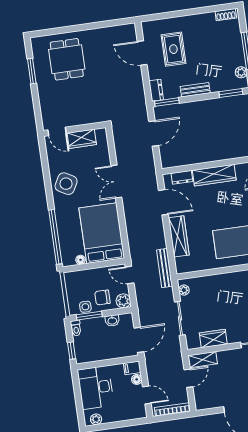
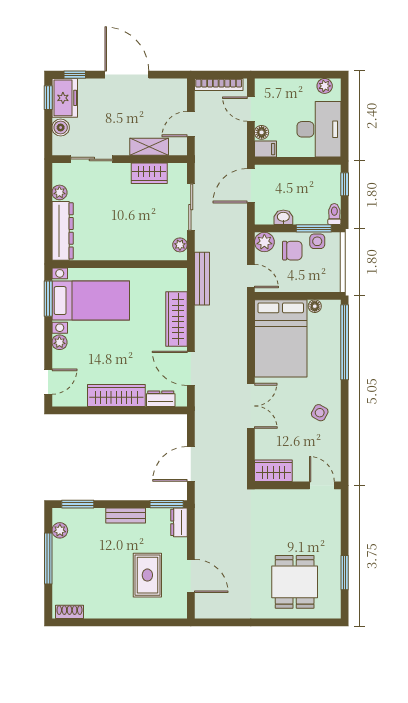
wardrobe: (82, 139) -> (273, 471), moved
side table: (66, 184) -> (320, 413), width x0.54, depth x0.54
shelving: (203, 360) -> (149, 147), moved

